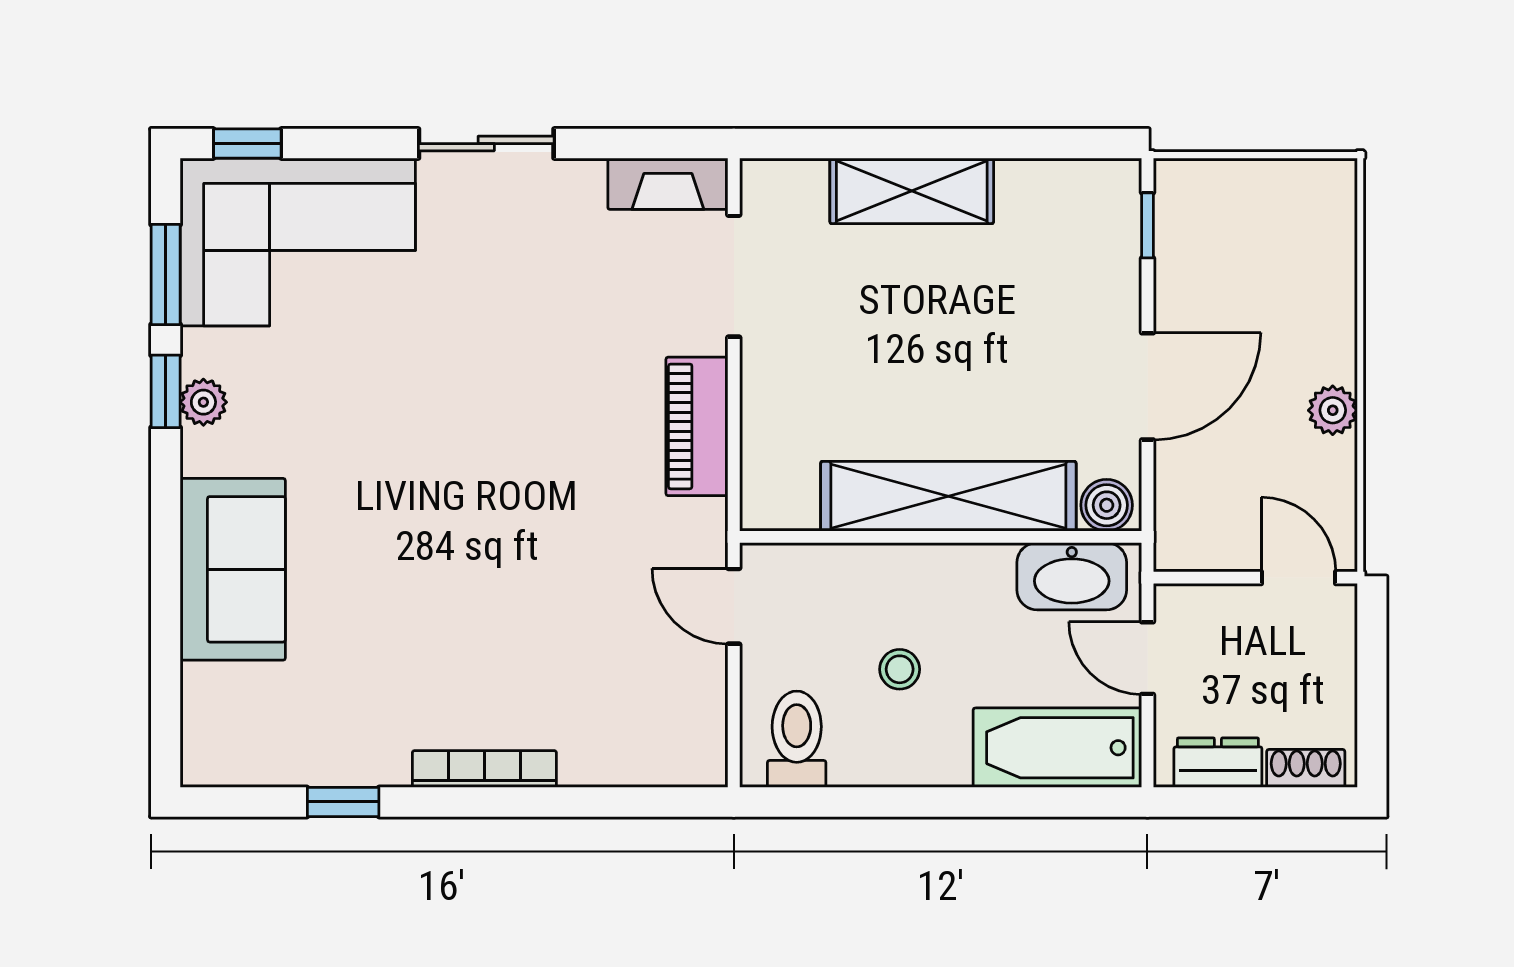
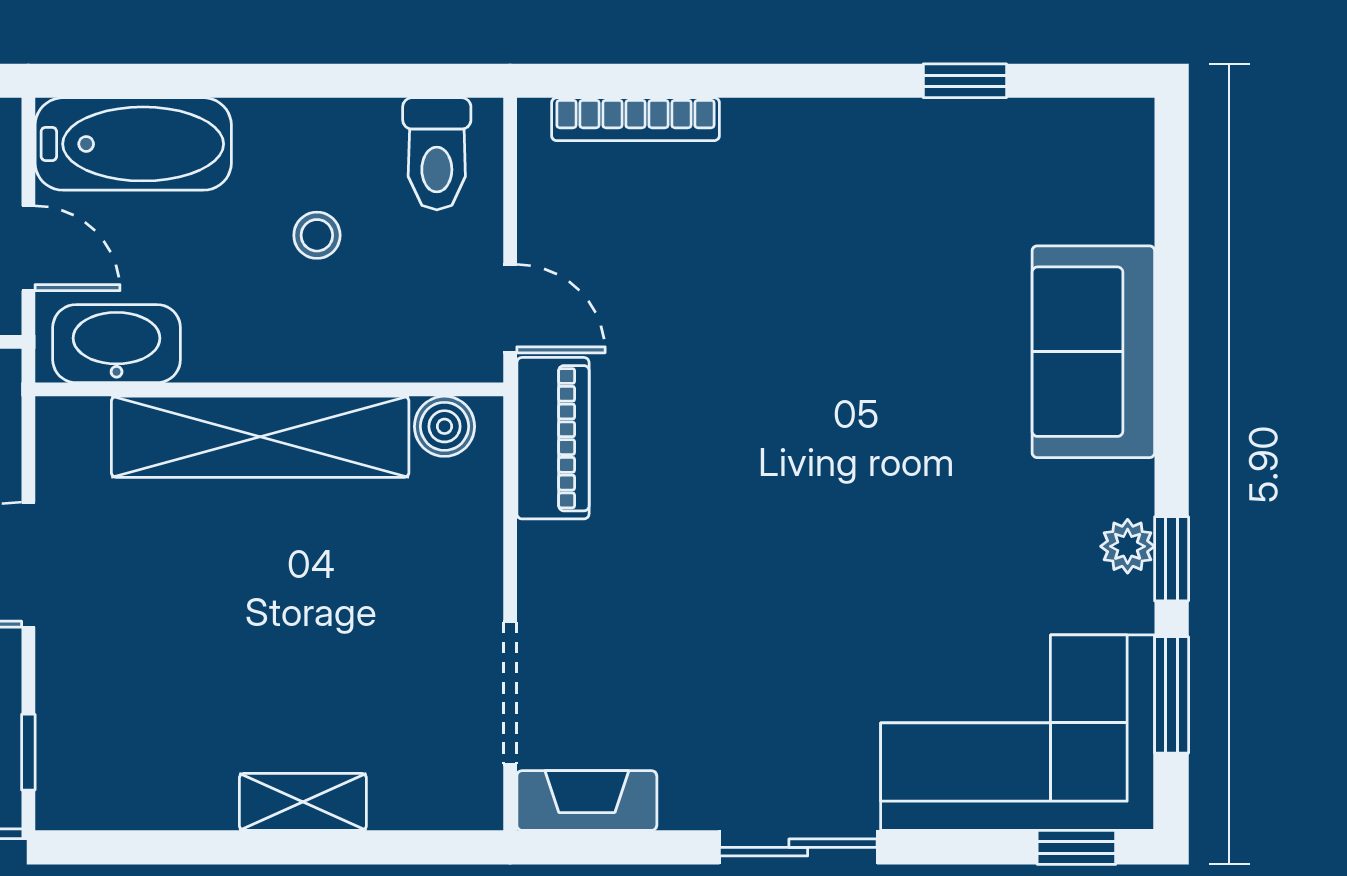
shelving: (912, 191) -> (303, 802), width x0.67, depth x0.75
piano: (697, 426) -> (553, 438), moved
boiler: (1107, 505) -> (444, 426), moved
bookcase: (484, 769) -> (635, 119), moved

